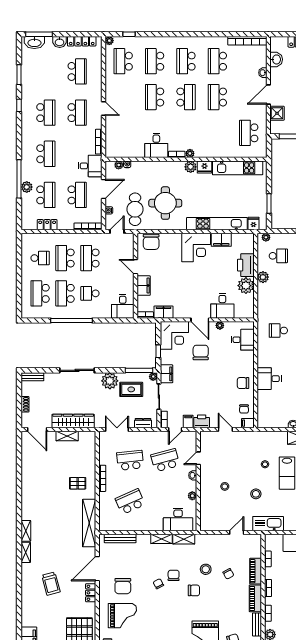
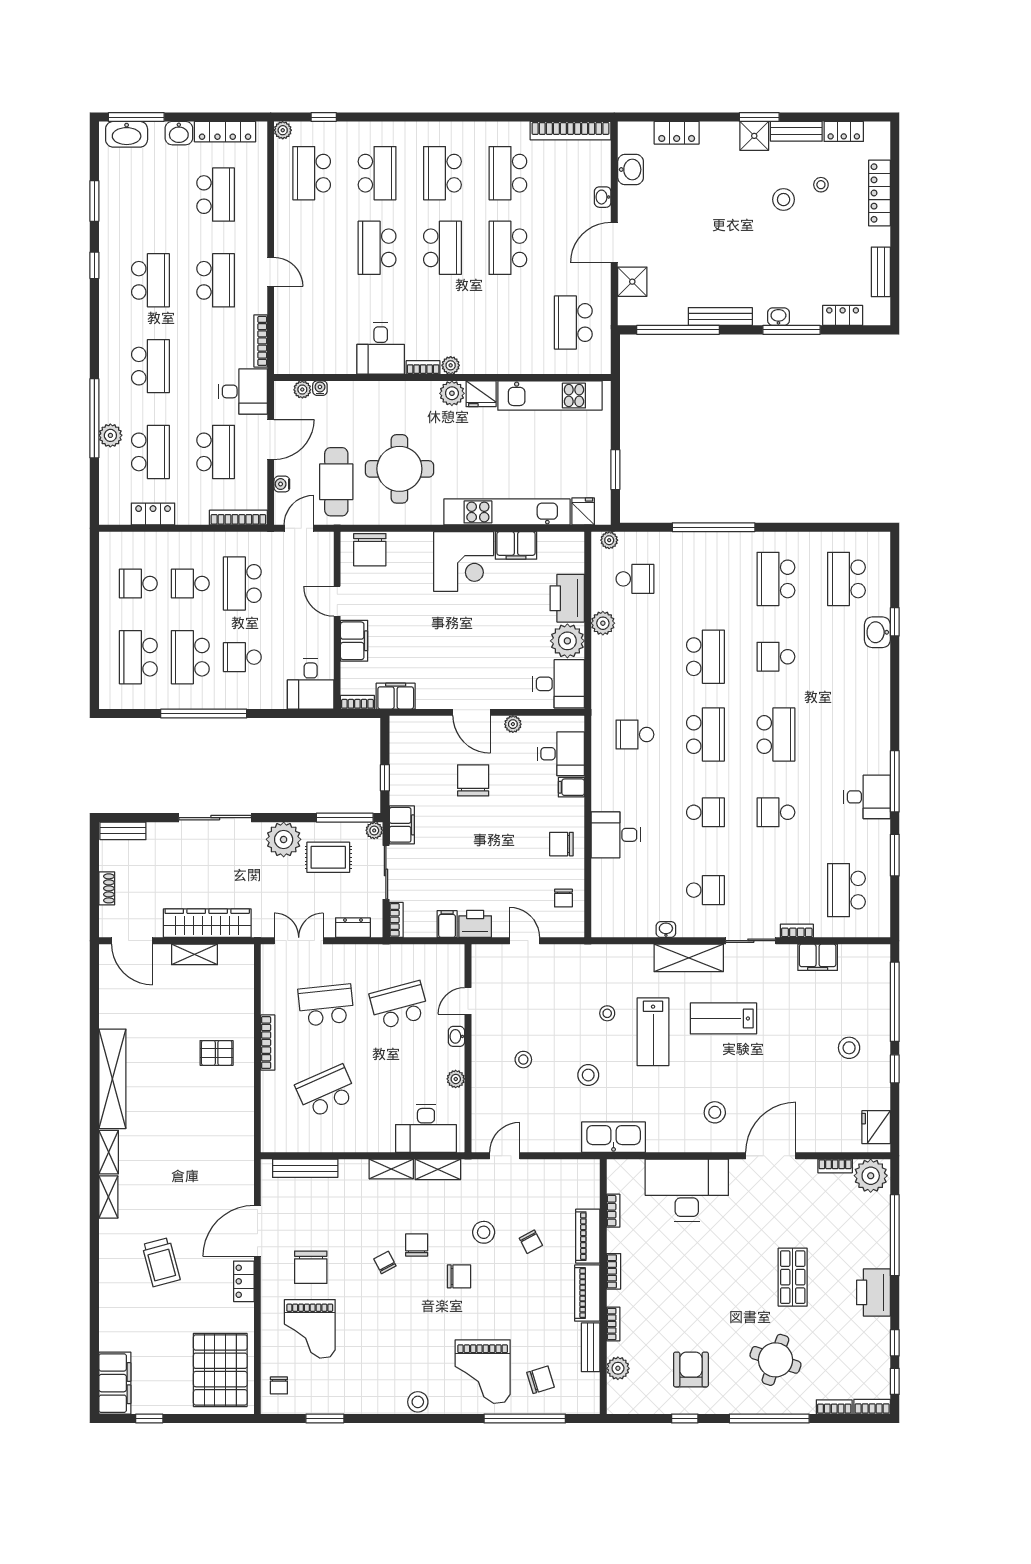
school desk: (155, 61) -> (377, 173), turned 180
school desk: (40, 258) -> (138, 583), turned 180
school desk: (65, 258) -> (190, 583), width x0.54
desk: (222, 306) -> (558, 684), moved, turned -90
corner desk: (174, 335) -> (418, 745), removed
filing cabinet: (248, 423) -> (571, 787), moved
door: (175, 429) -> (420, 941), removed
shelving: (89, 523) -> (112, 1079), moved
door: (237, 533) -> (505, 1156), moved
grand piano: (122, 616) -> (310, 1329), turned 90

